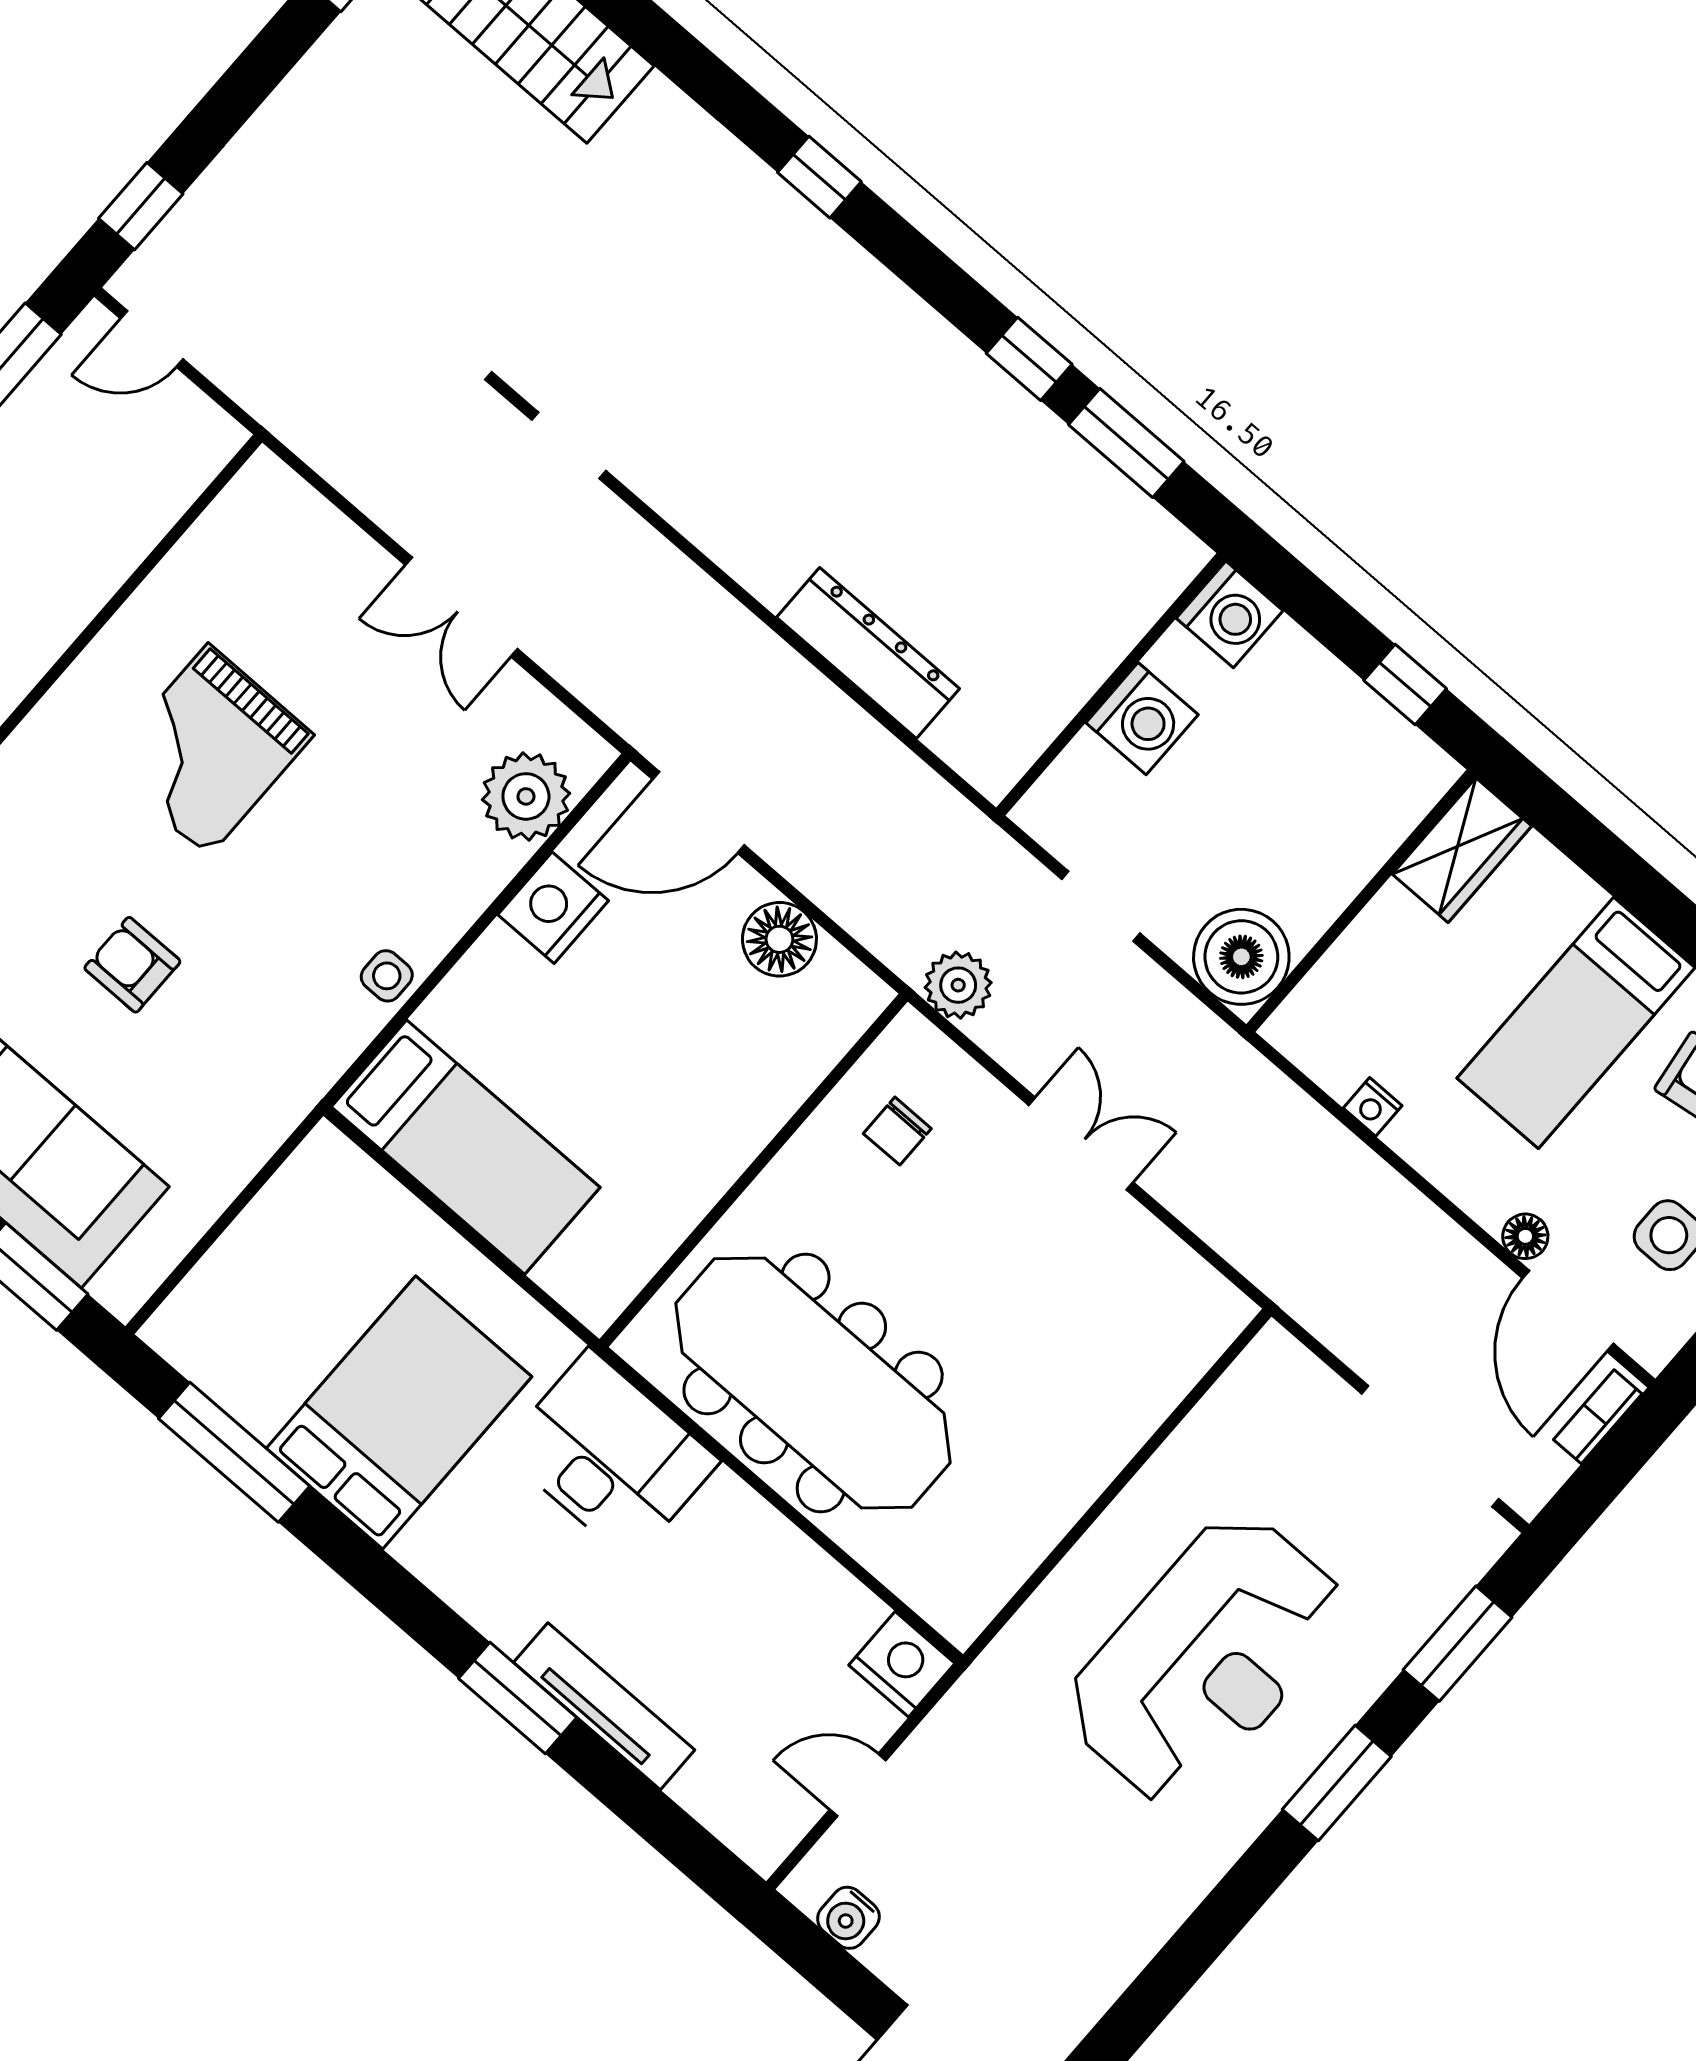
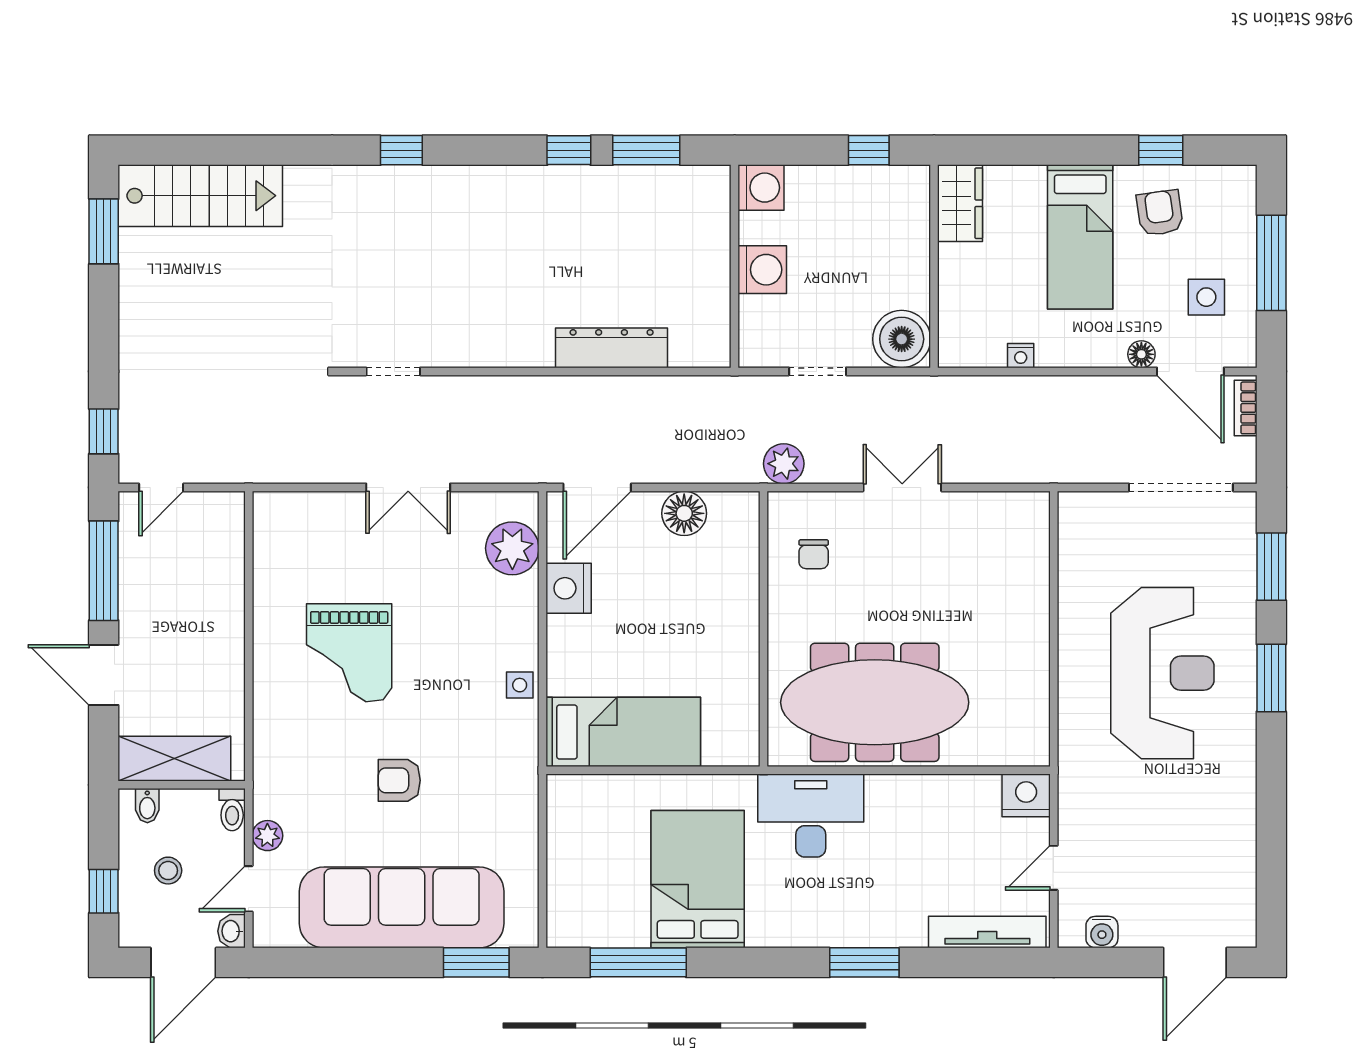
tv unit: (604, 1706) -> (987, 932), moved

